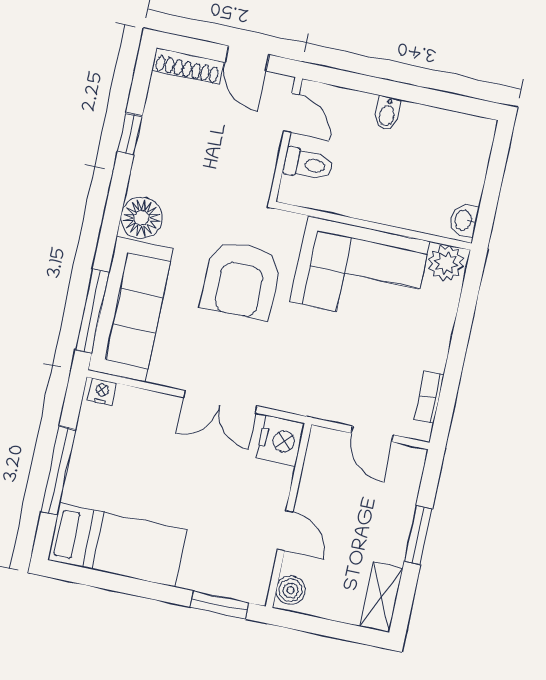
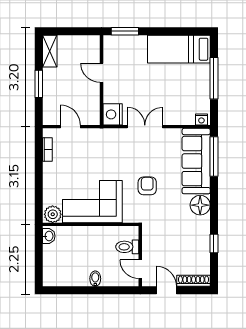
armchair: (241, 280) -> (147, 186), width x0.53, depth x0.53
boiler: (290, 590) -> (93, 45), removed

